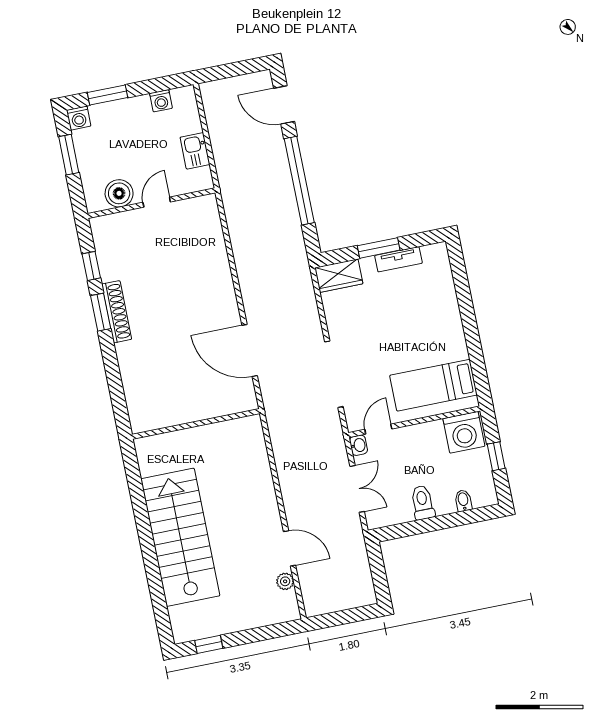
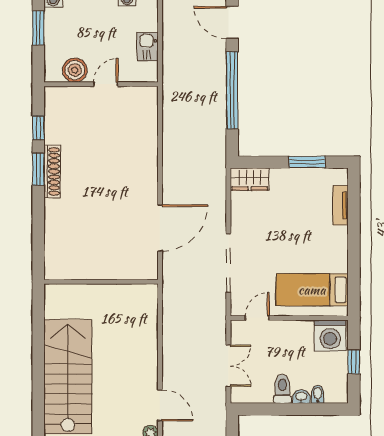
window: (379, 248) -> (307, 162), moved
tv unit: (398, 259) -> (341, 205), moved, turned 90
door: (250, 350) -> (160, 228), swing flipped
washbasin: (358, 445) -> (301, 397), moved, turned -90

